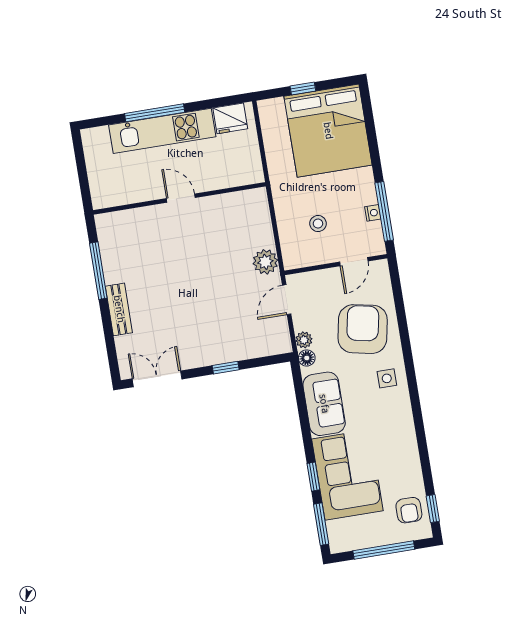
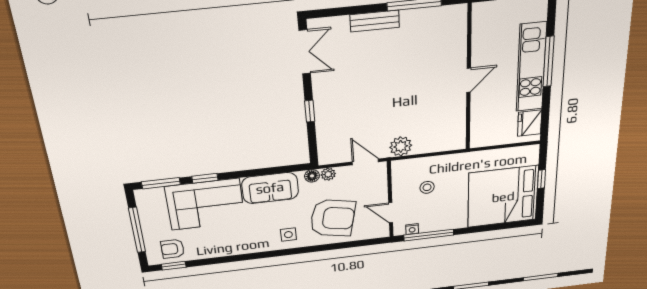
nightstand: (373, 213) -> (412, 229), moved

